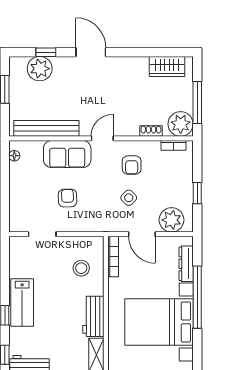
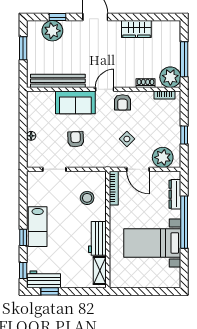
wardrobe: (167, 66) -> (136, 29), moved
floor lamp: (14, 156) -> (31, 136), moved
armchair: (132, 165) -> (123, 102), moved
bed with nightstands: (159, 322) -> (152, 243), width x0.73

